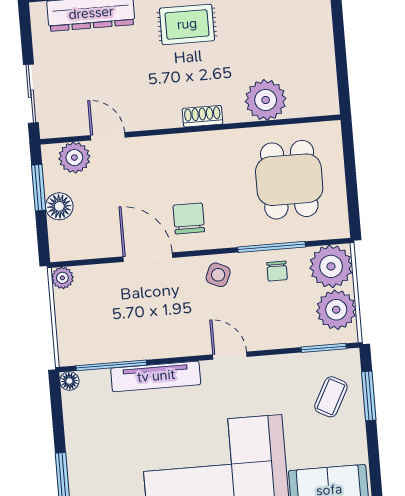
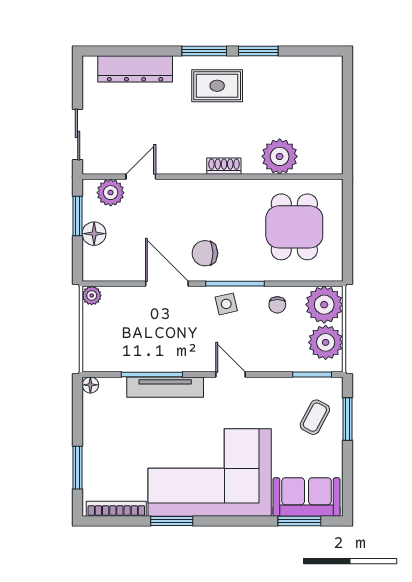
door: (108, 136) -> (141, 177), hinge flipped
chair: (189, 218) -> (205, 253), turned -90
window: (272, 247) -> (235, 284), moved
side table: (218, 275) -> (226, 304), turned -37
window: (111, 365) -> (152, 374), moved

